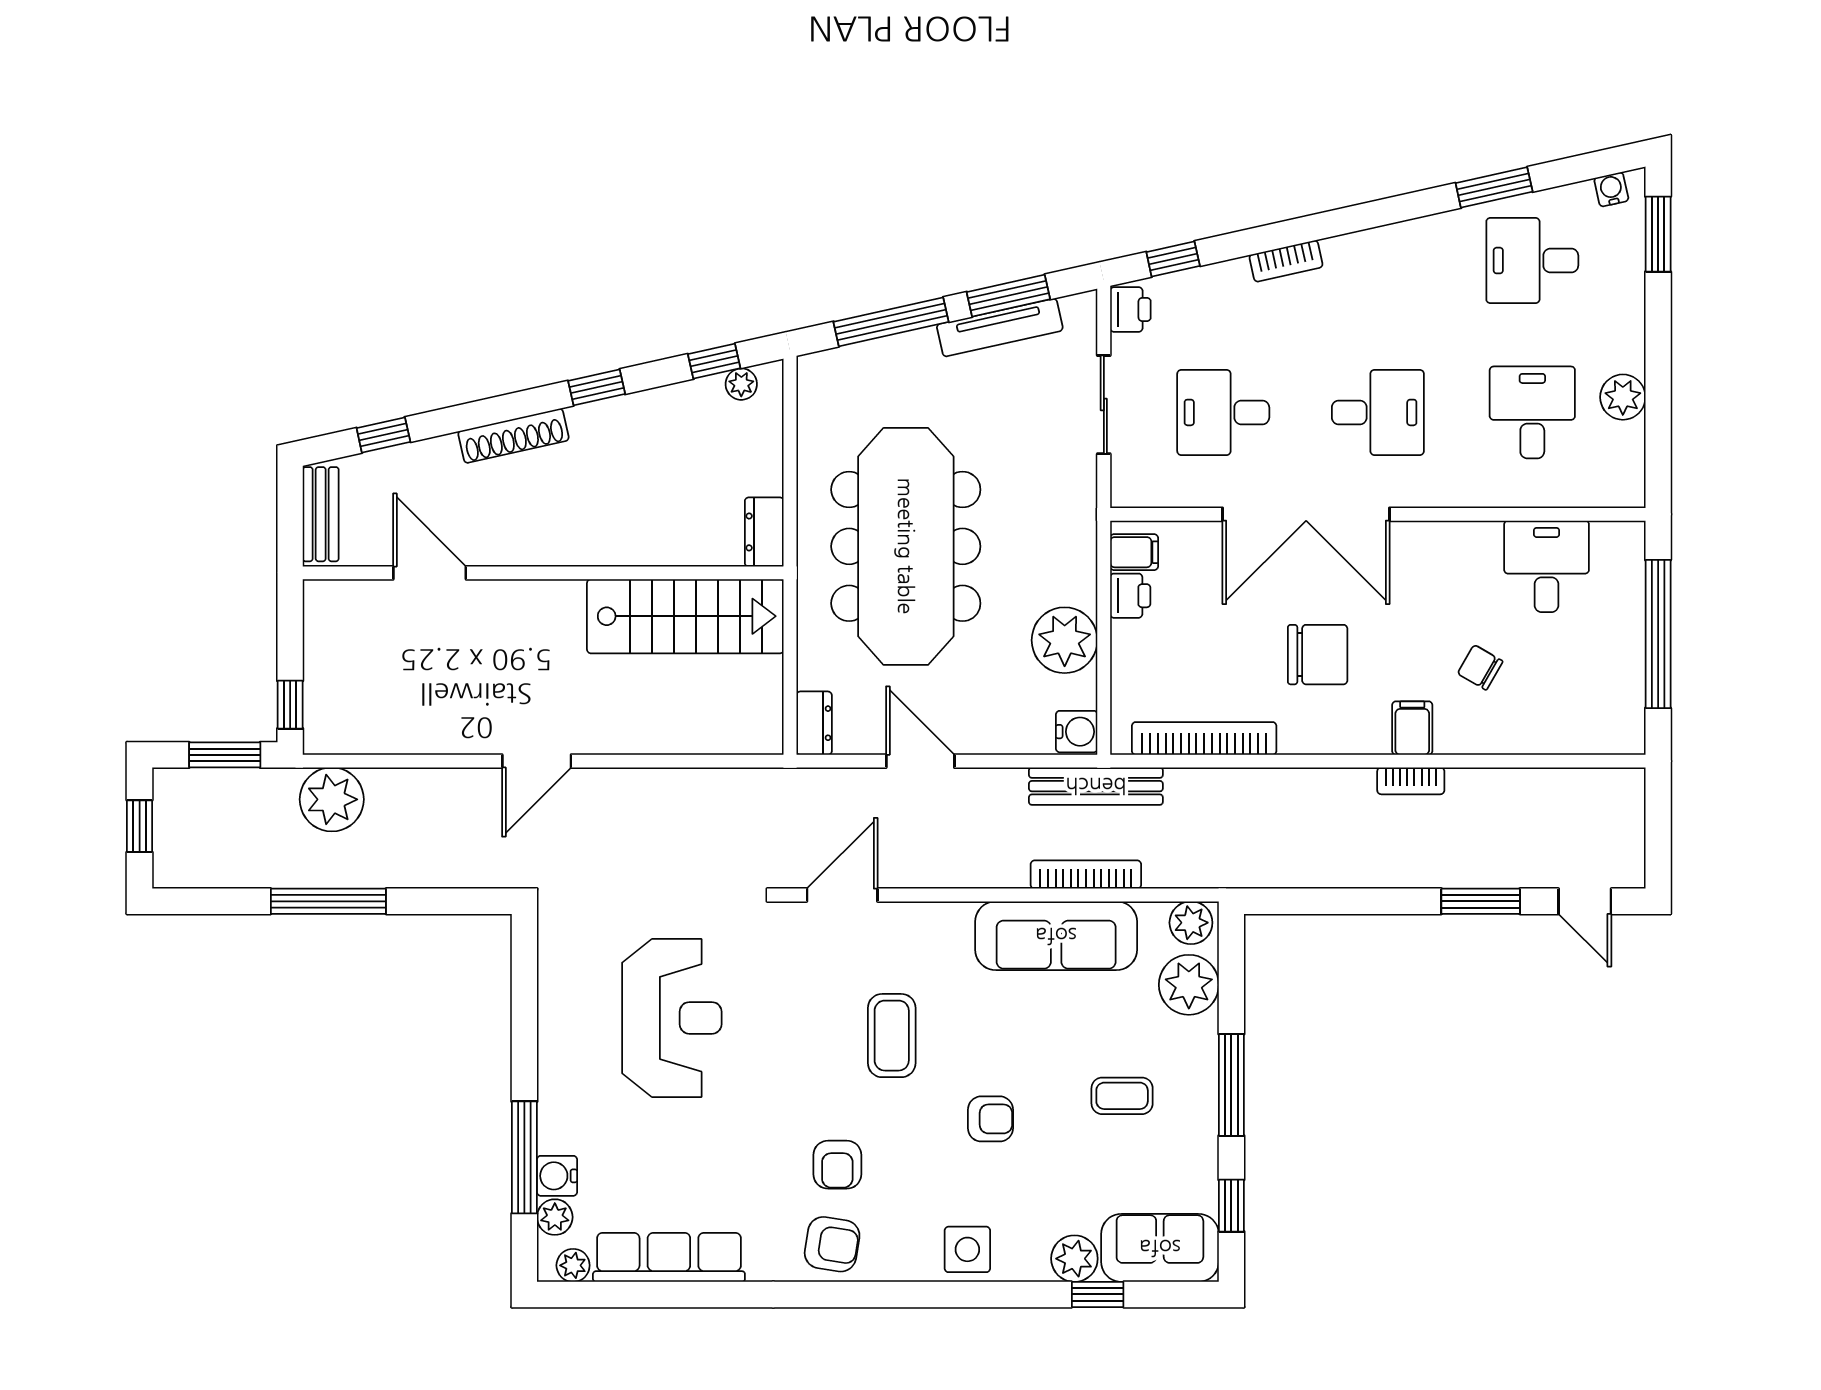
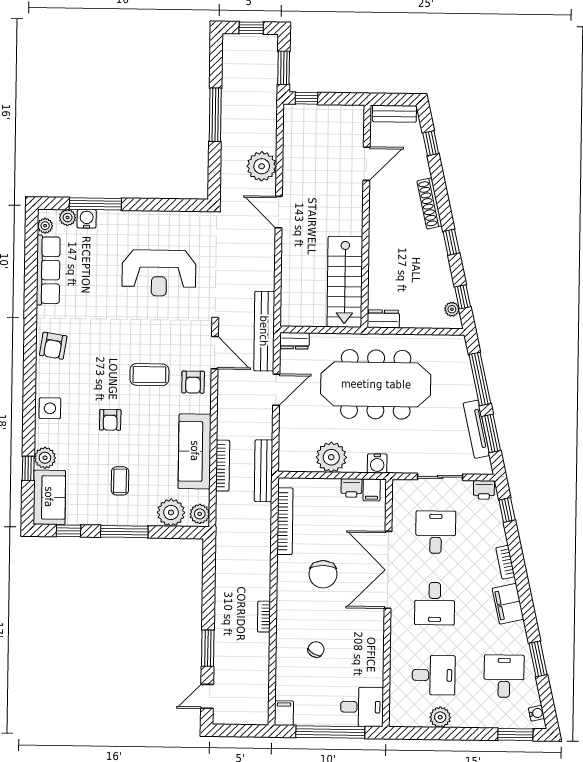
filing cabinet: (1376, 254) -> (508, 604), added
desk: (1547, 566) -> (362, 707), moved
filing cabinet: (1412, 728) -> (284, 713), moved, turned -90
water cooler: (1077, 732) -> (377, 463), moved
bench: (794, 789) -> (264, 331), added
plant: (332, 799) -> (262, 166), moved
armchair: (837, 1165) -> (193, 382), moved, turned -90

